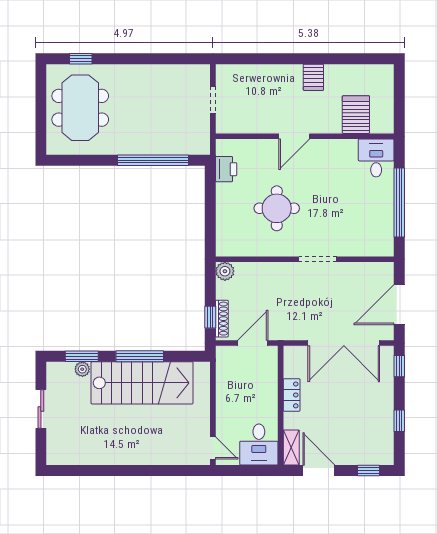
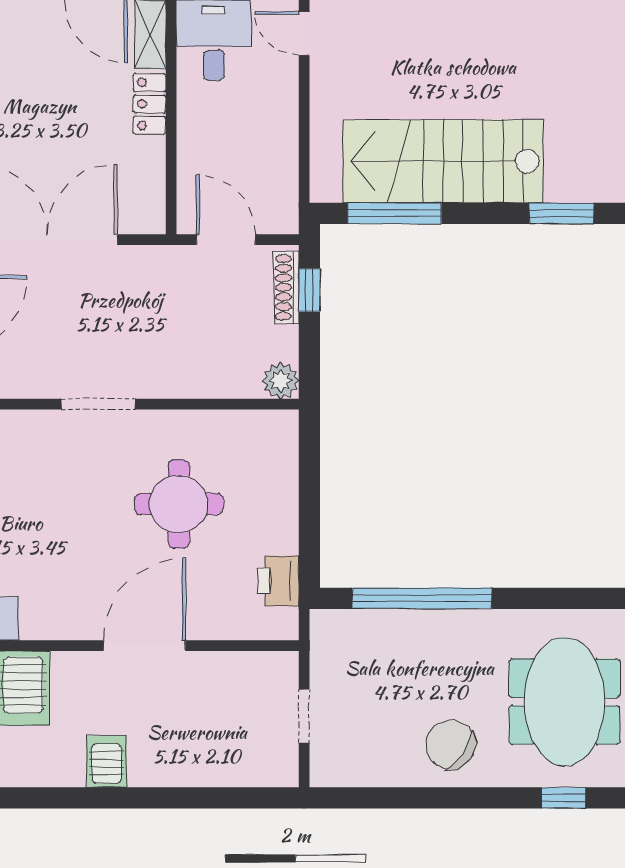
chair: (138, 86) -> (450, 745), added
door: (294, 136) -> (144, 646), width x1.36
door: (253, 343) -> (226, 240), swing flipped
window: (140, 356) -> (394, 213), moved
plant: (82, 369) -> (561, 188), removed
locker: (292, 395) -> (150, 104), moved

